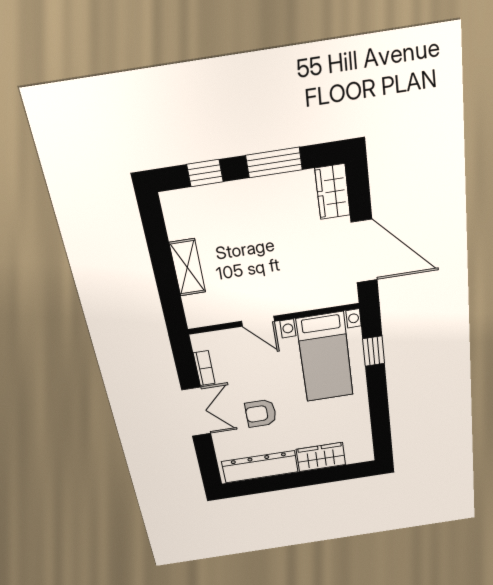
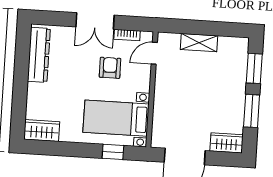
window: (205, 173) -> (254, 68), width x1.50
door: (258, 321) -> (154, 53), moved
armchair: (261, 413) -> (110, 68), moved
wardrobe: (321, 457) -> (42, 131), moved, turned -90

